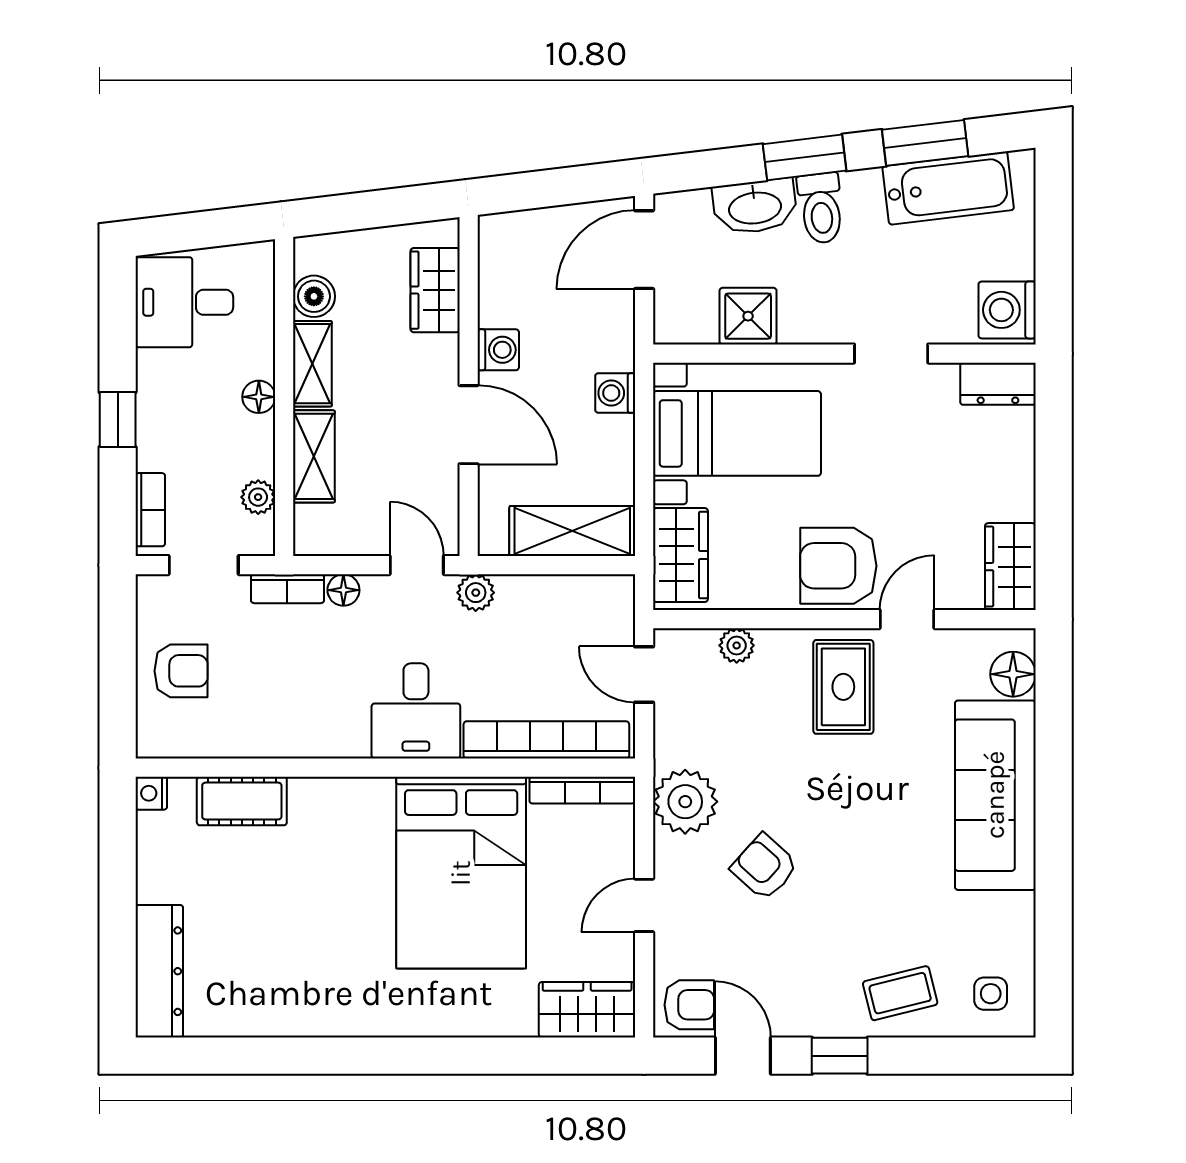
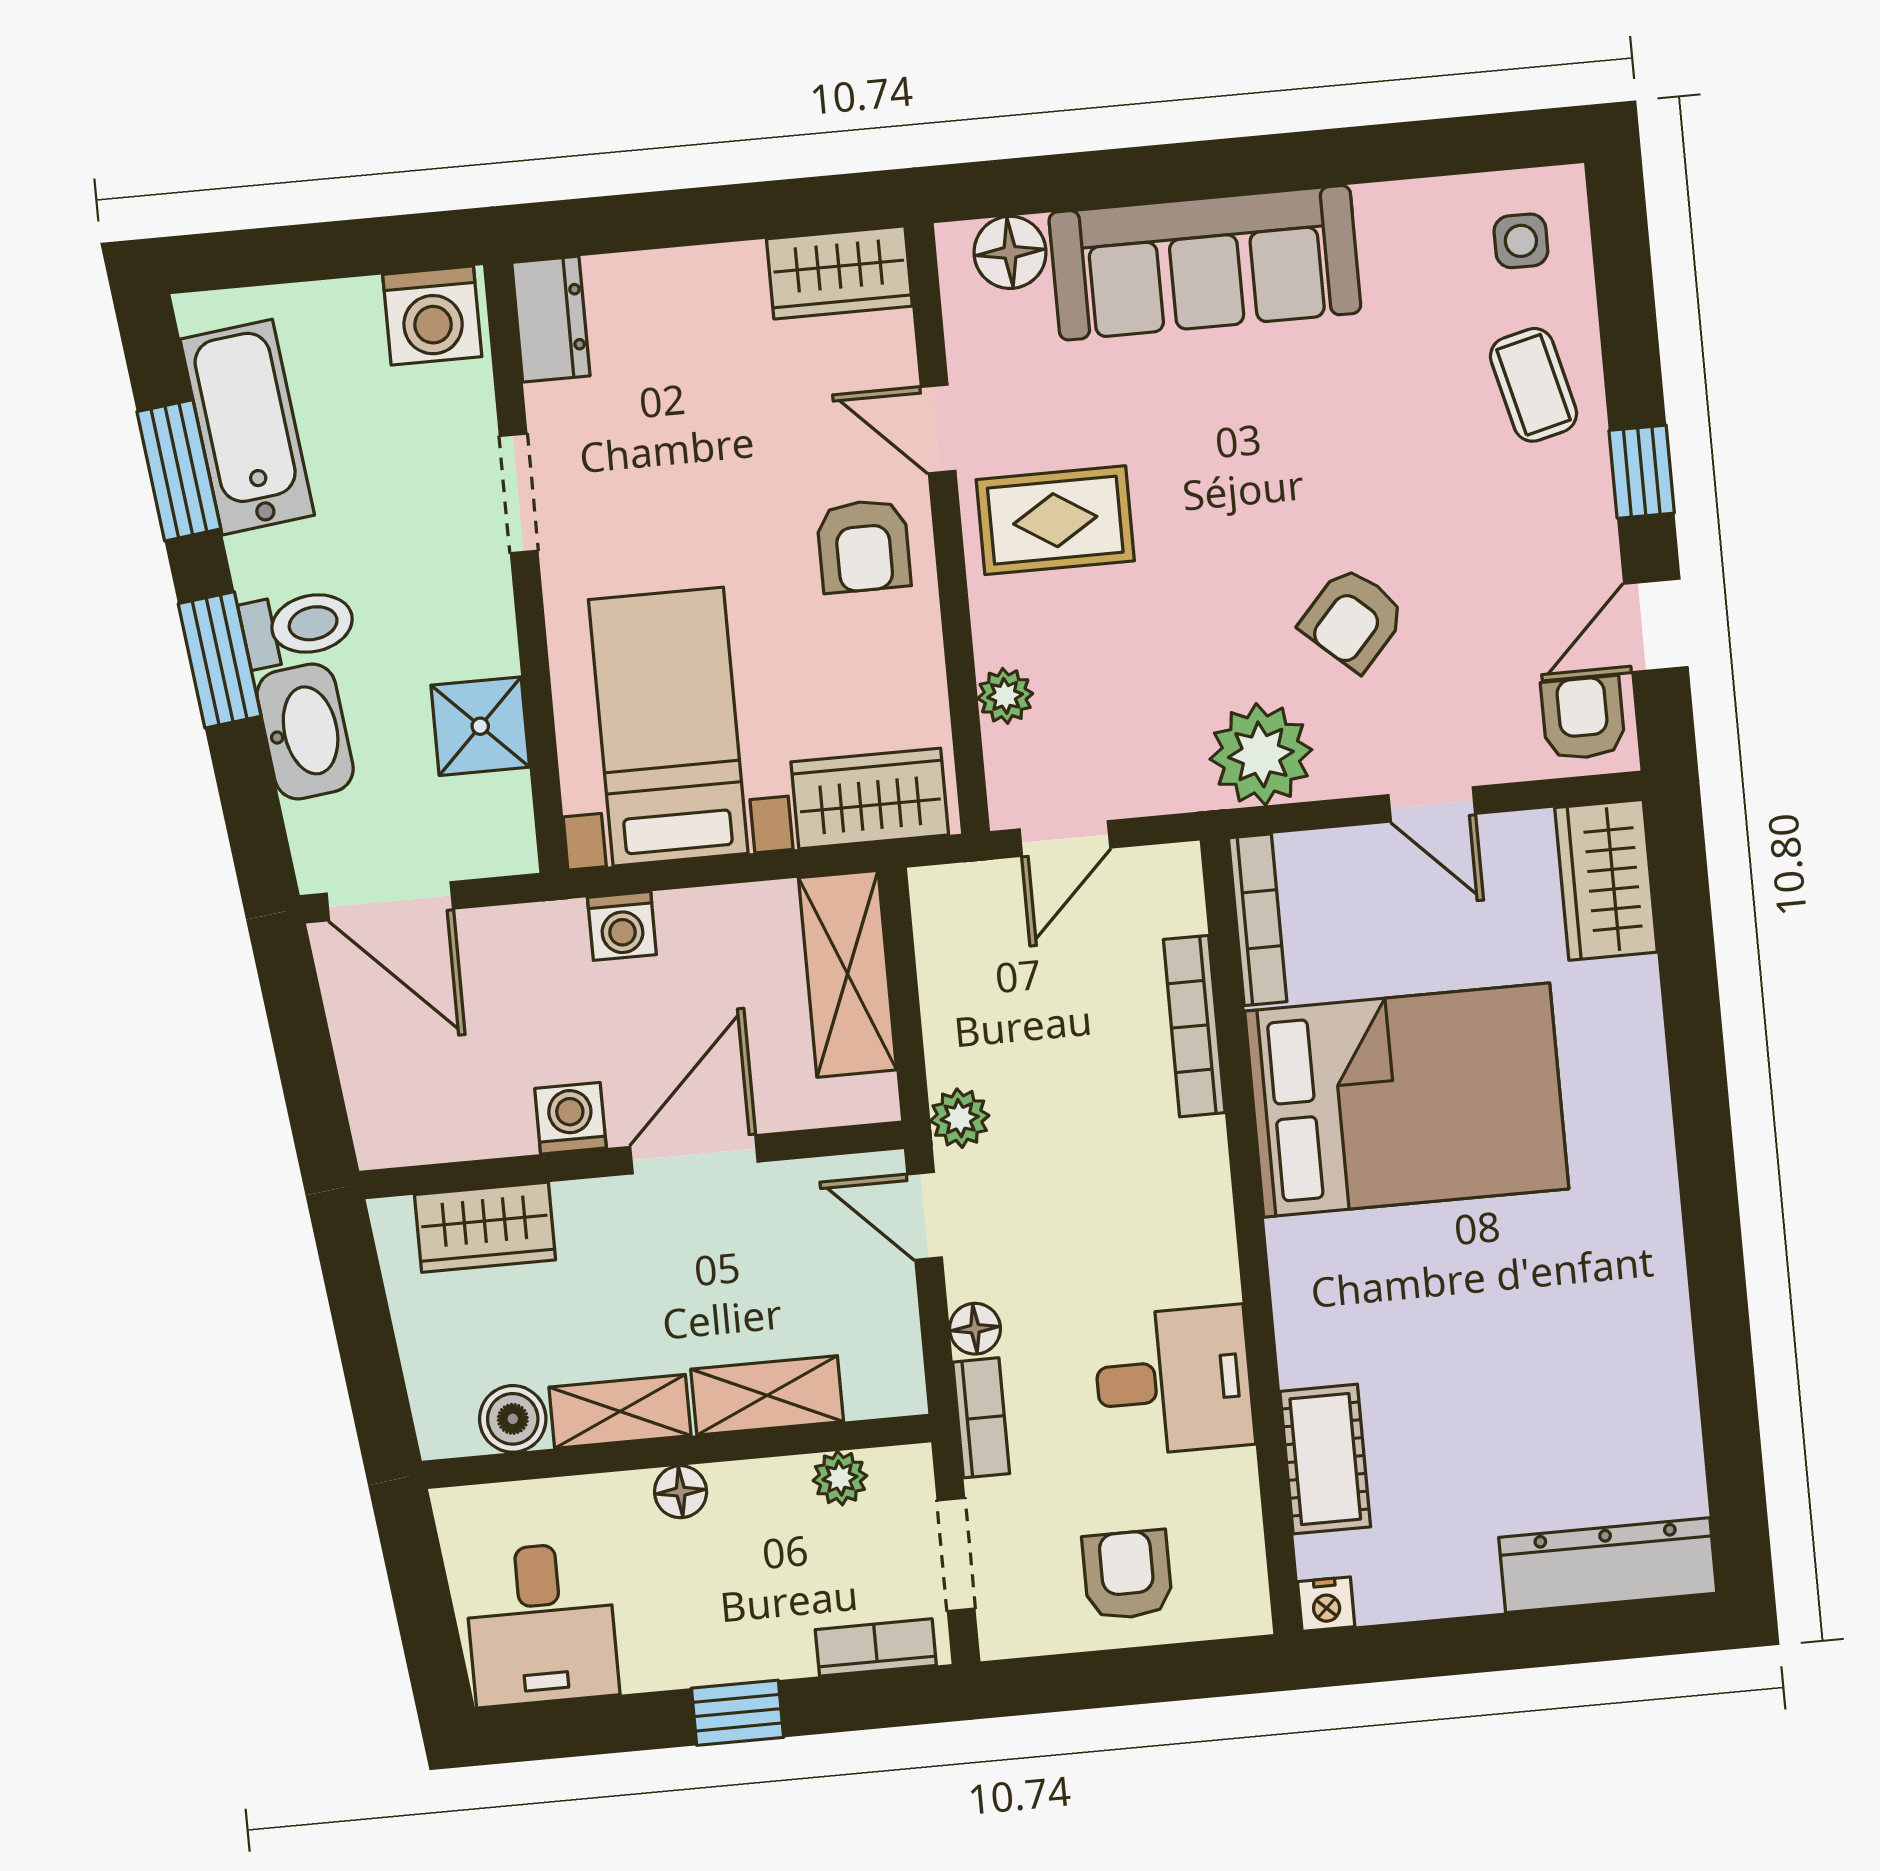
door: (417, 565) -> (925, 1216), hinge flipped
armchair: (838, 566) -> (864, 546), width x0.72, depth x0.72
desk: (416, 711) -> (1174, 1381), moved
bookcase: (546, 740) -> (1194, 1026), width x0.68, depth x0.76

